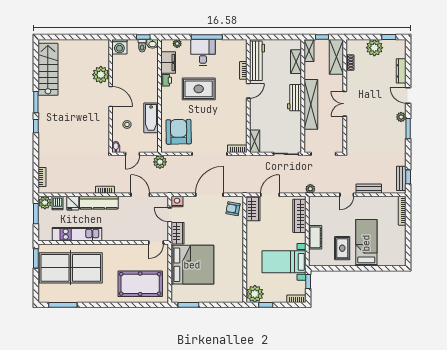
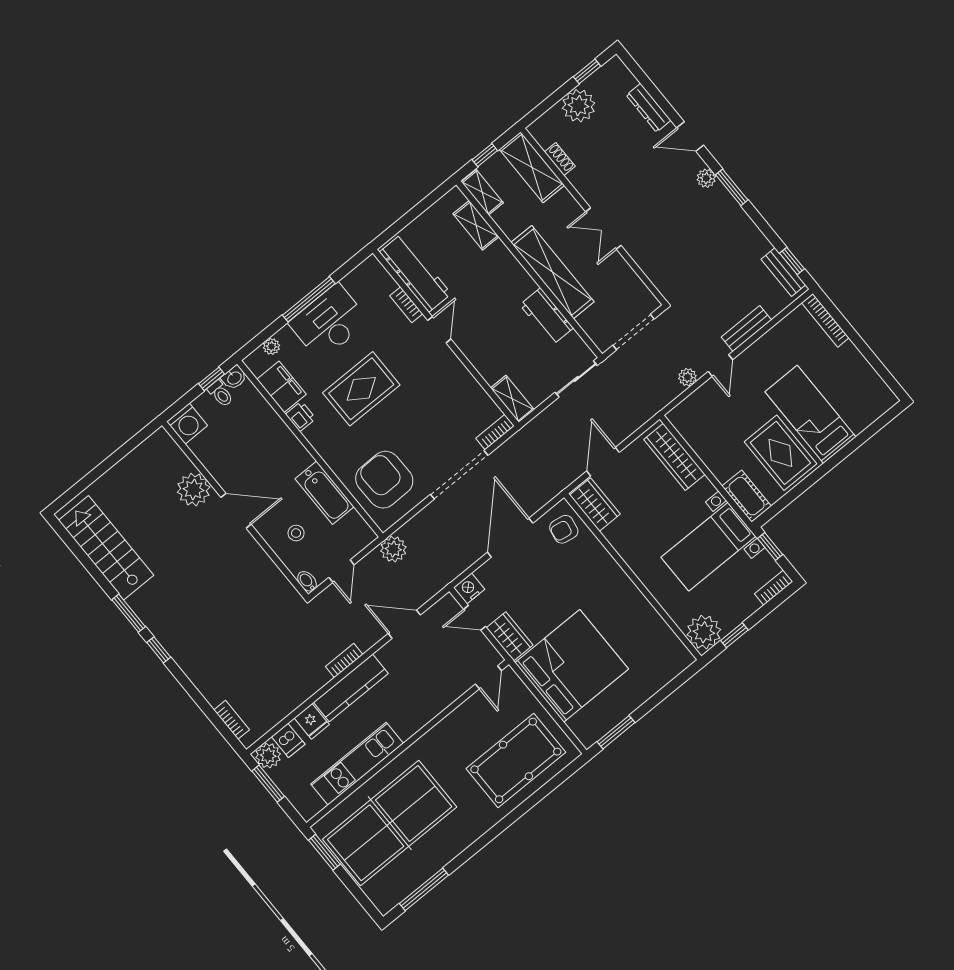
desk: (203, 52) -> (329, 322), width x1.37
workbench: (294, 98) -> (547, 316), moved
plant: (310, 189) -> (687, 377), moved
cot: (315, 237) -> (747, 496), moved
rug: (342, 248) -> (780, 453), width x1.36, depth x1.43

